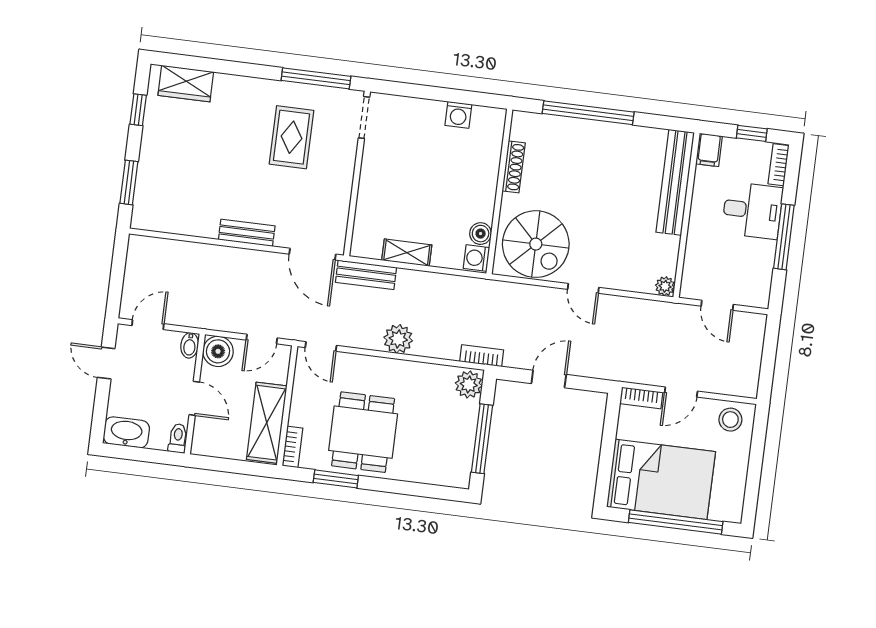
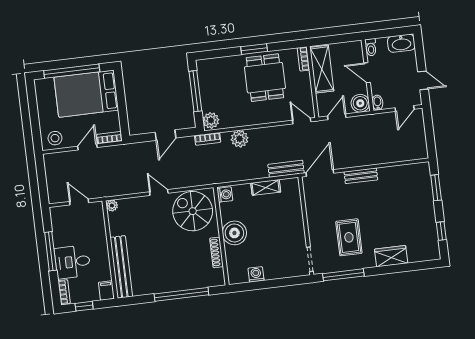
wardrobe: (186, 84) -> (391, 256), moved
boiler: (481, 234) -> (234, 233), moved, width x1.86, depth x1.86
door: (312, 254) -> (320, 173), hinge flipped
plant: (398, 339) -> (240, 139), moved
window: (336, 479) -> (254, 49), moved

